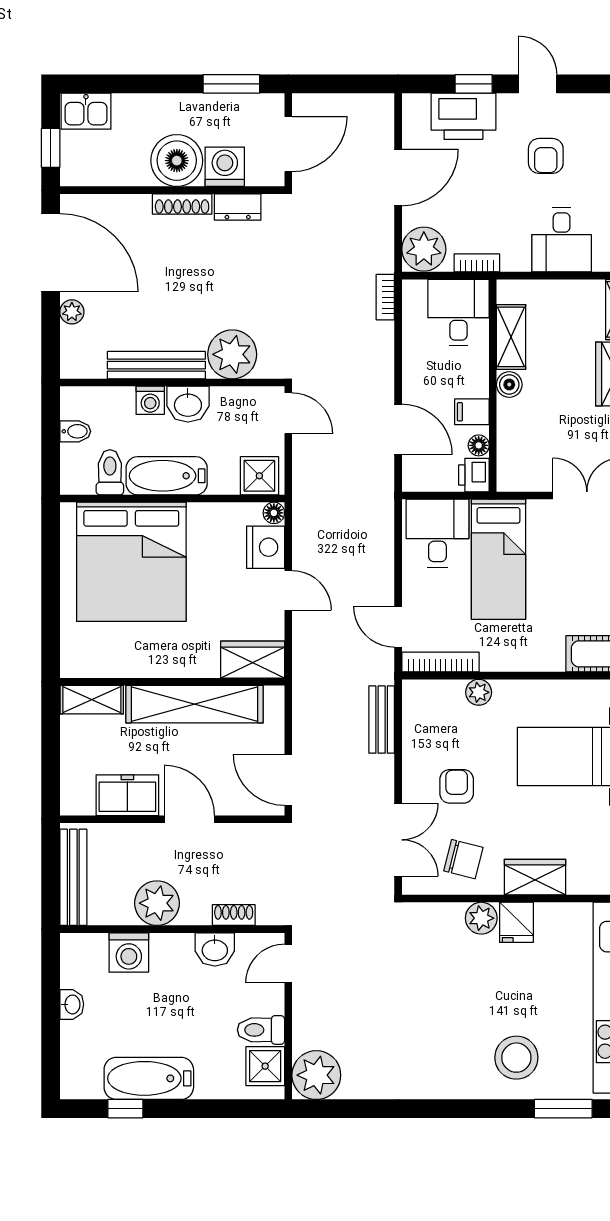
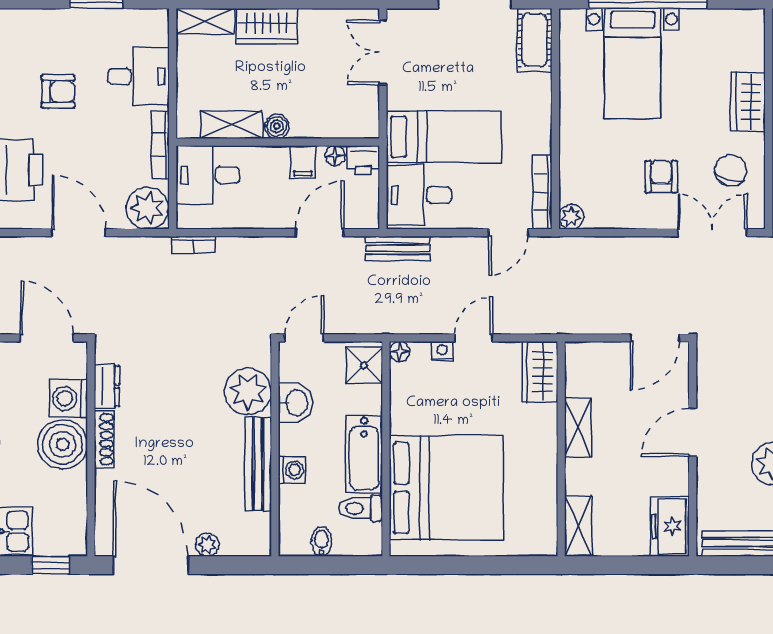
door: (51, 253) -> (151, 565), hinge flipped
bookcase: (477, 263) -> (160, 145), width x1.56
washbasin: (188, 404) -> (296, 403), moved
nightstand: (266, 547) -> (442, 351), width x0.53, depth x0.56
plant: (479, 692) -> (571, 217), moved
shelving: (194, 704) -> (578, 427), width x0.45, depth x0.75
bench: (382, 720) -> (398, 248), moved
armchair: (457, 786) -> (661, 177), turned 90
freezer: (127, 795) -> (670, 526), moved

